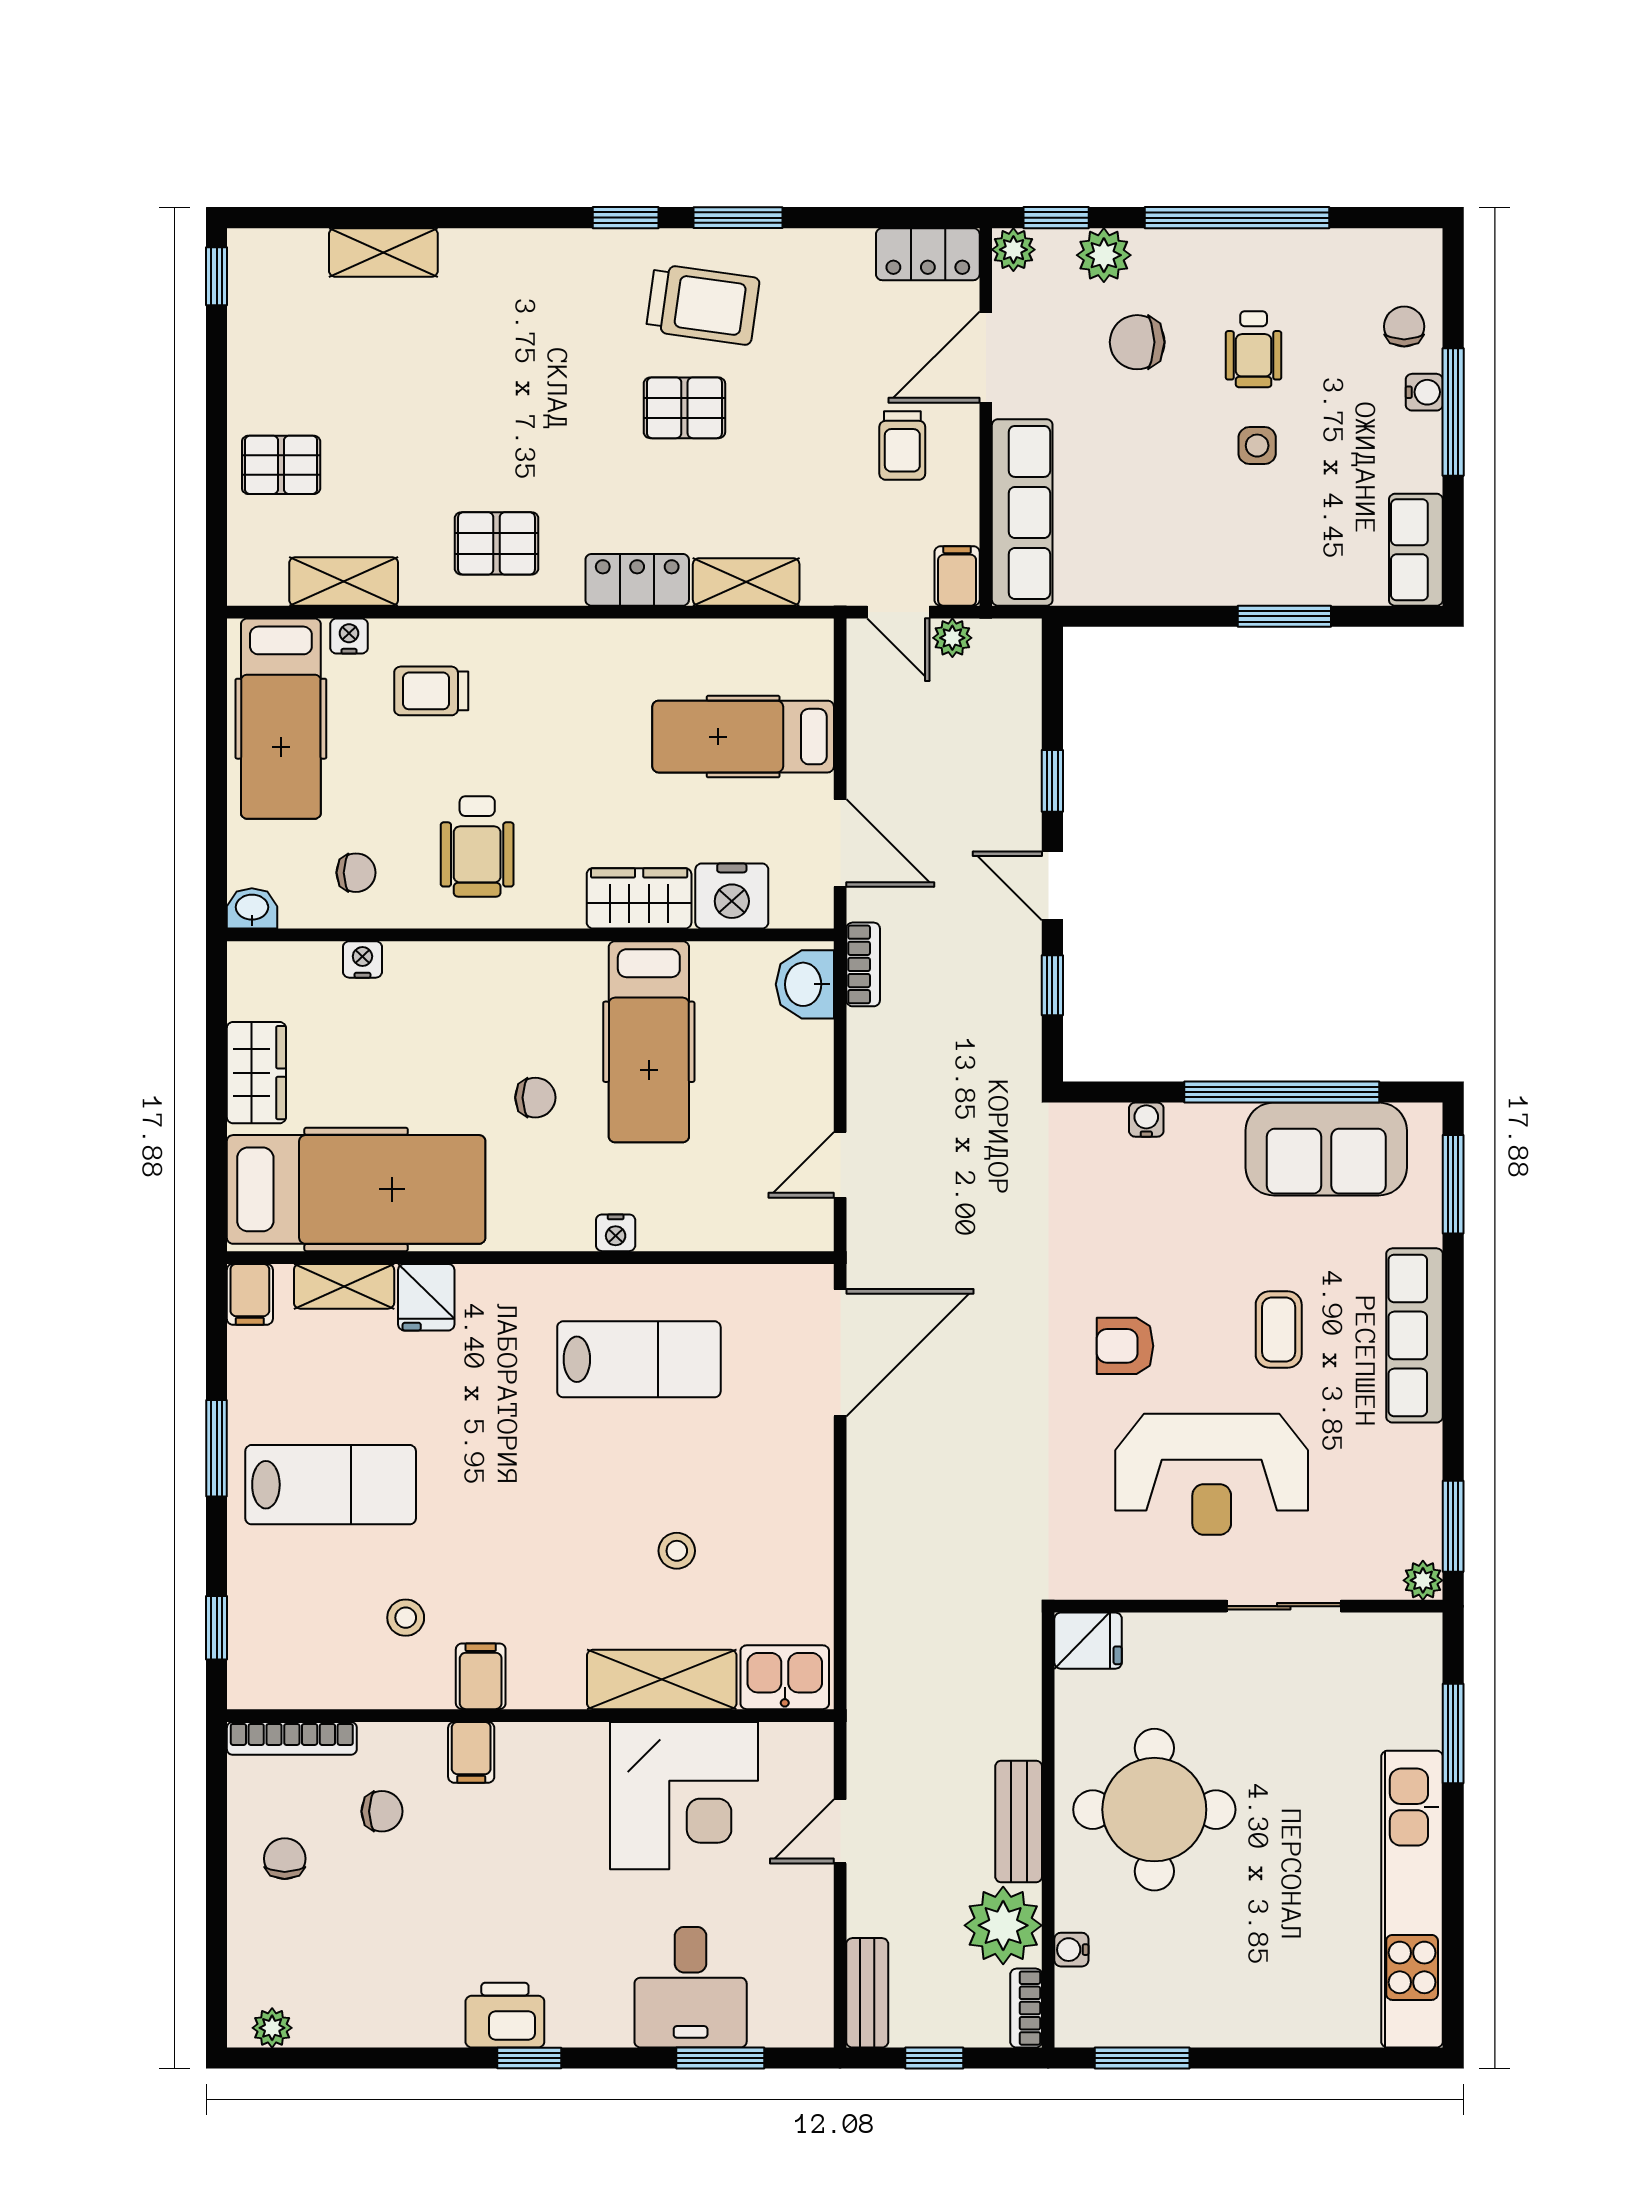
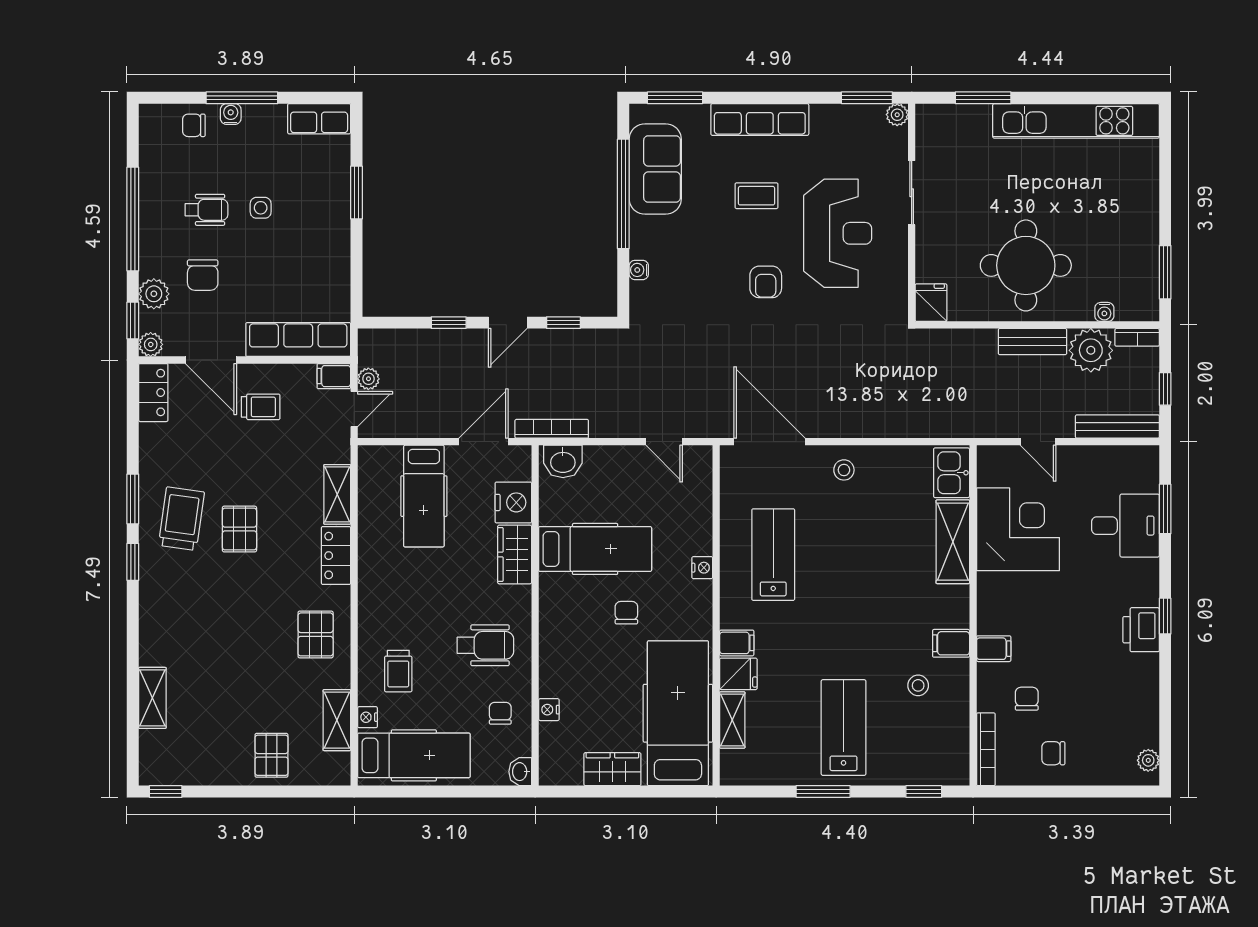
bookcase: (863, 964) -> (552, 429), width x1.56
filing cabinet: (250, 1294) -> (737, 643), moved
stool: (677, 1551) -> (844, 470), moved
bench: (867, 1993) -> (1117, 427), width x1.36

